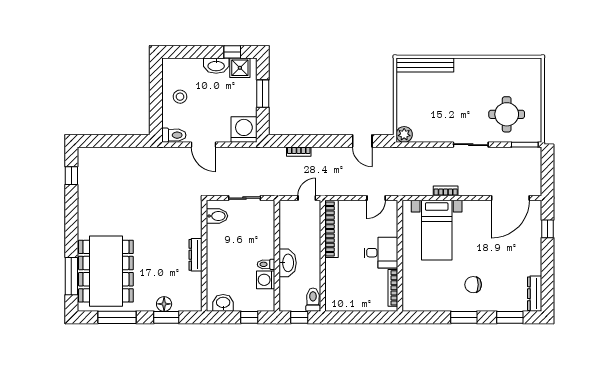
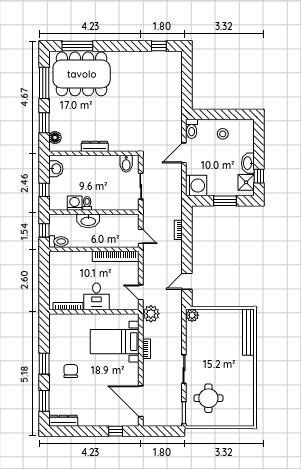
plant: (402, 185) -> (151, 314), added
floor lamp: (164, 304) -> (55, 138), moved

